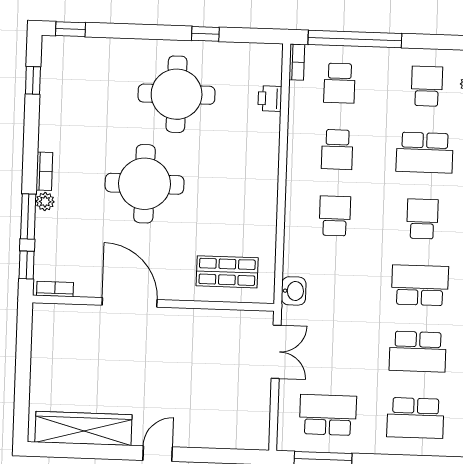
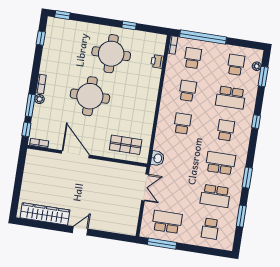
school desk: (340, 83) -> (193, 58), turned 180
school desk: (337, 149) -> (188, 91), turned 180
school desk: (415, 418) -> (210, 229), width x0.54

